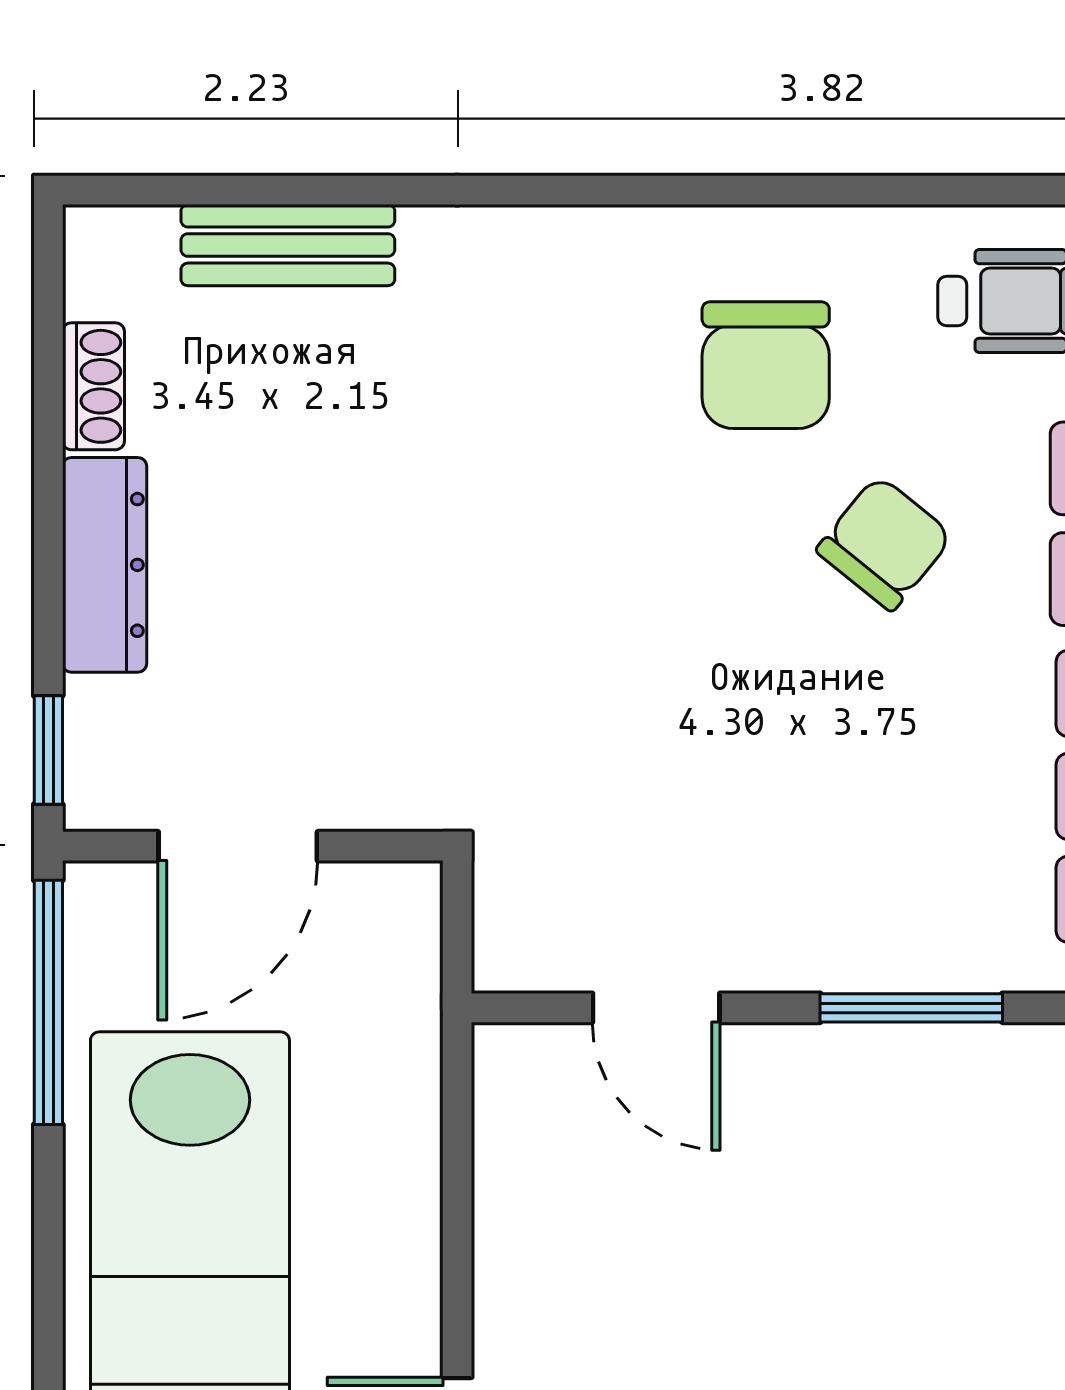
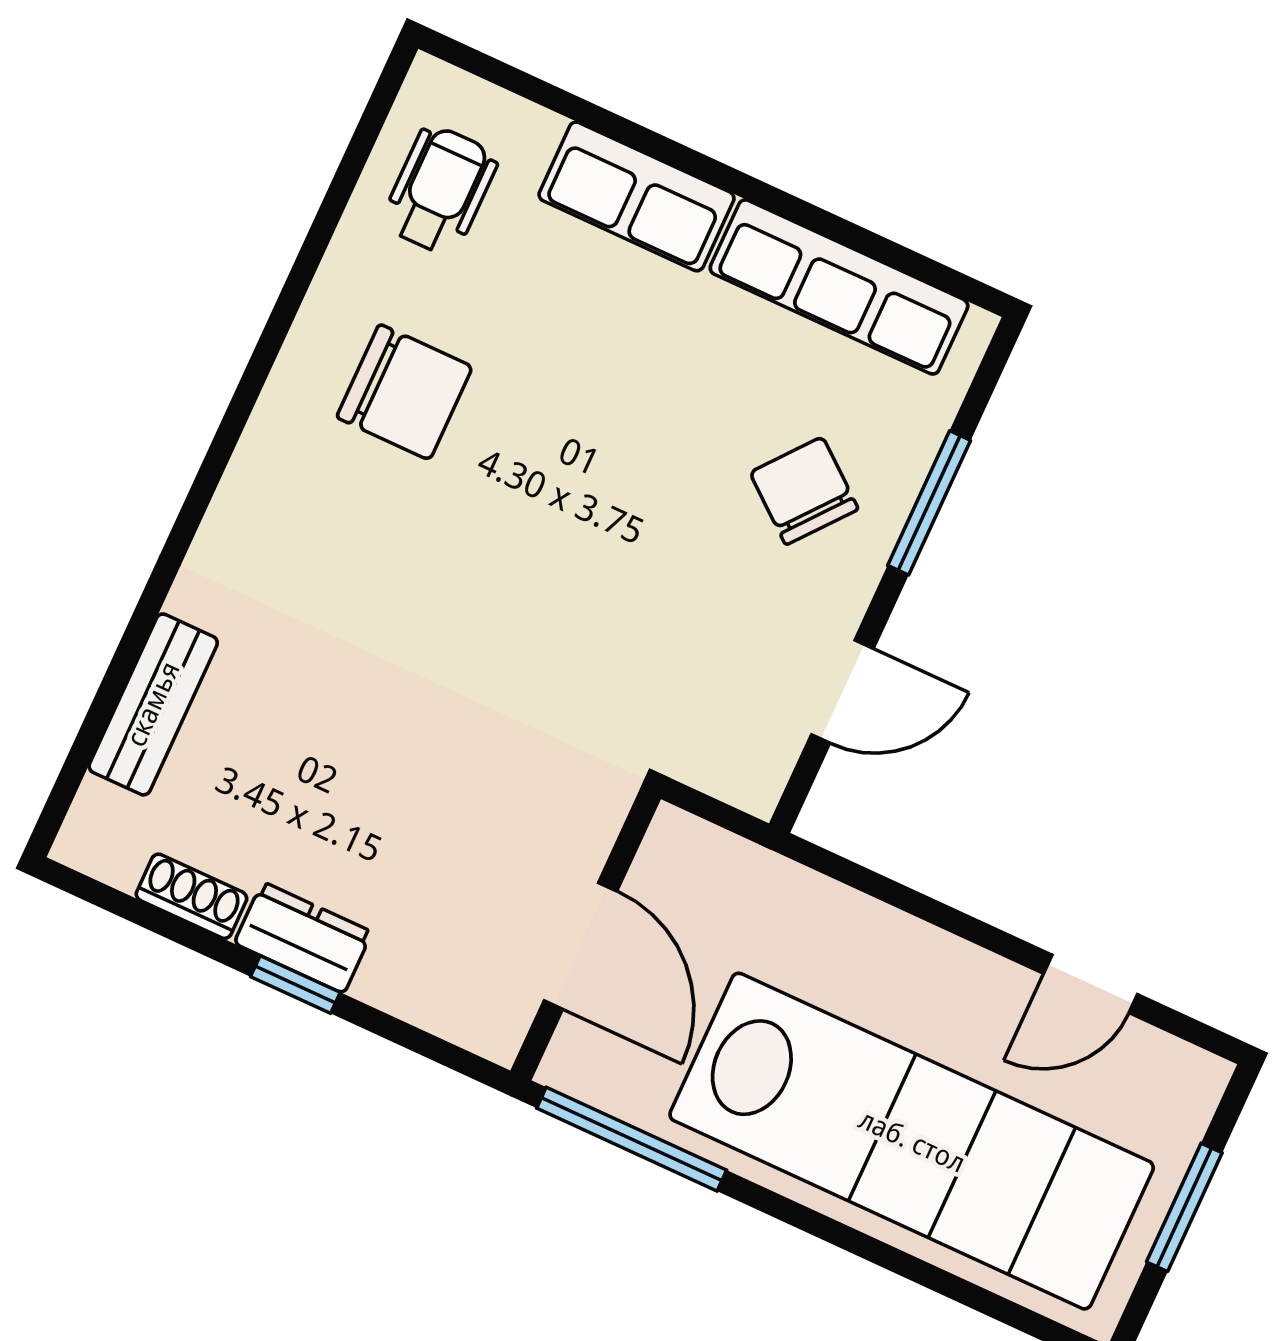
chair: (885, 543) -> (804, 491), moved
dresser: (105, 565) -> (303, 938), width x0.70
window: (48, 750) -> (295, 985), moved

